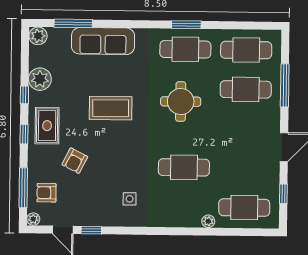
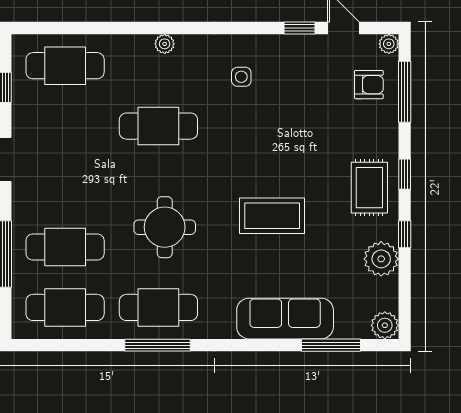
window: (186, 25) -> (157, 345), width x1.44
armchair: (75, 161) -> (326, 134), removed
plant: (208, 221) -> (165, 44), moved

